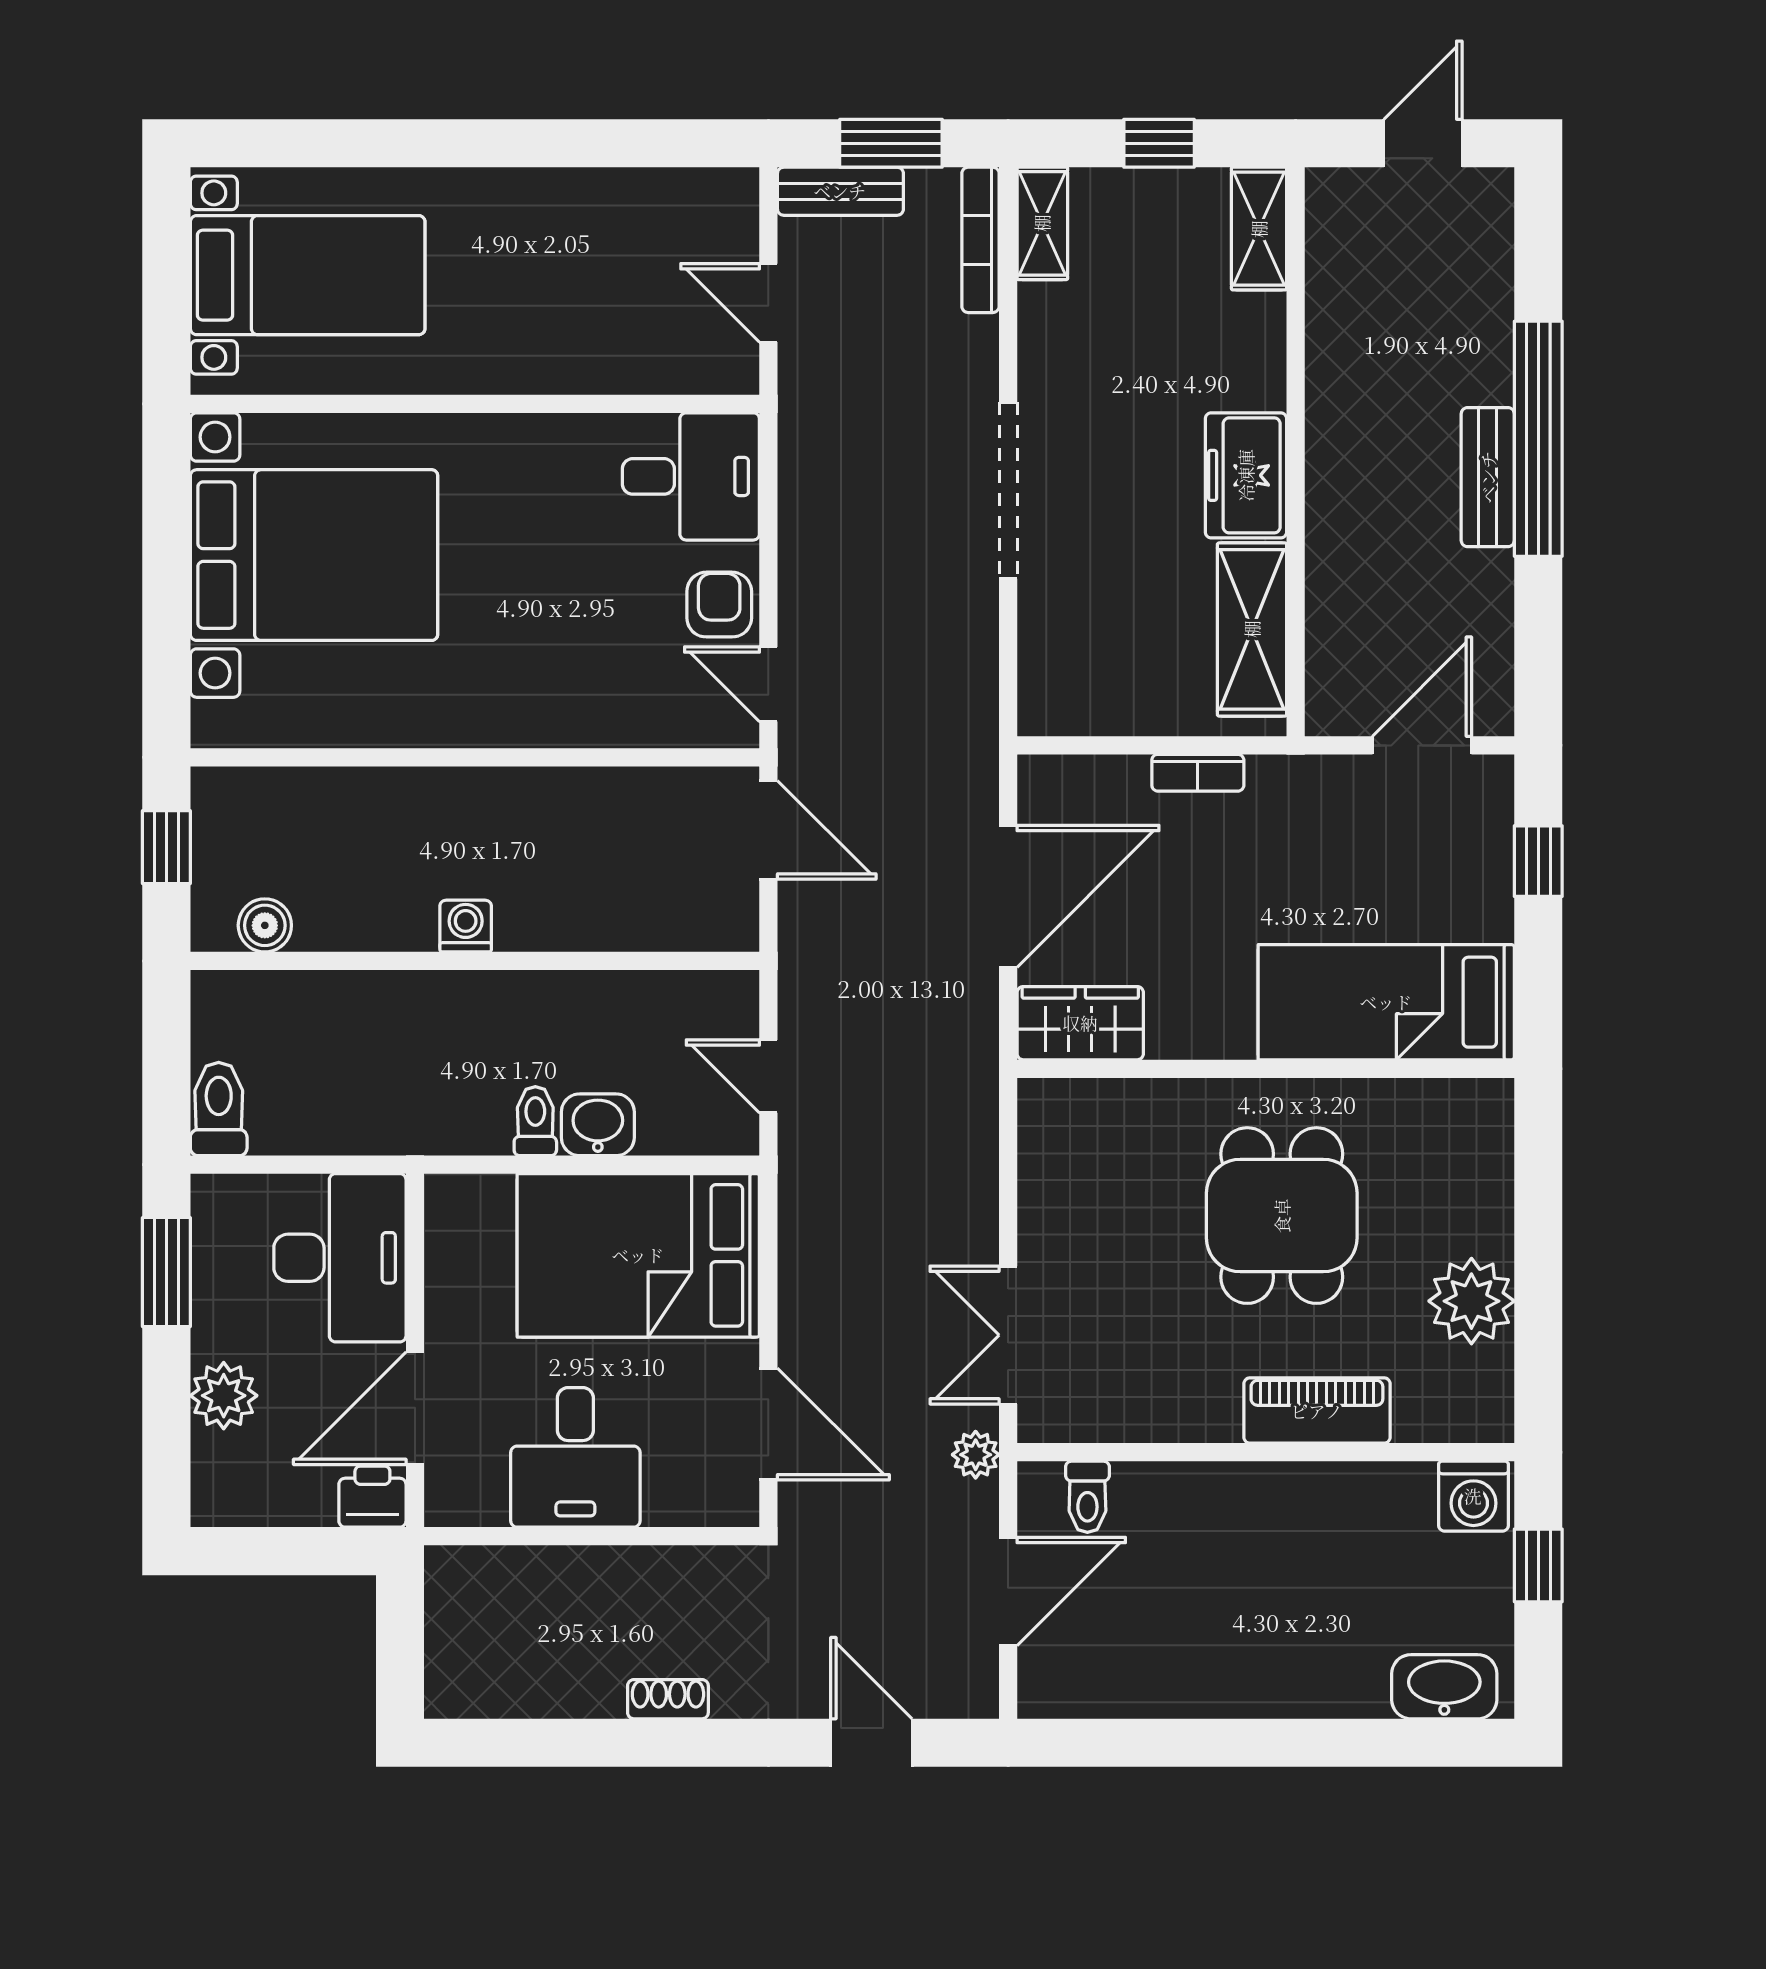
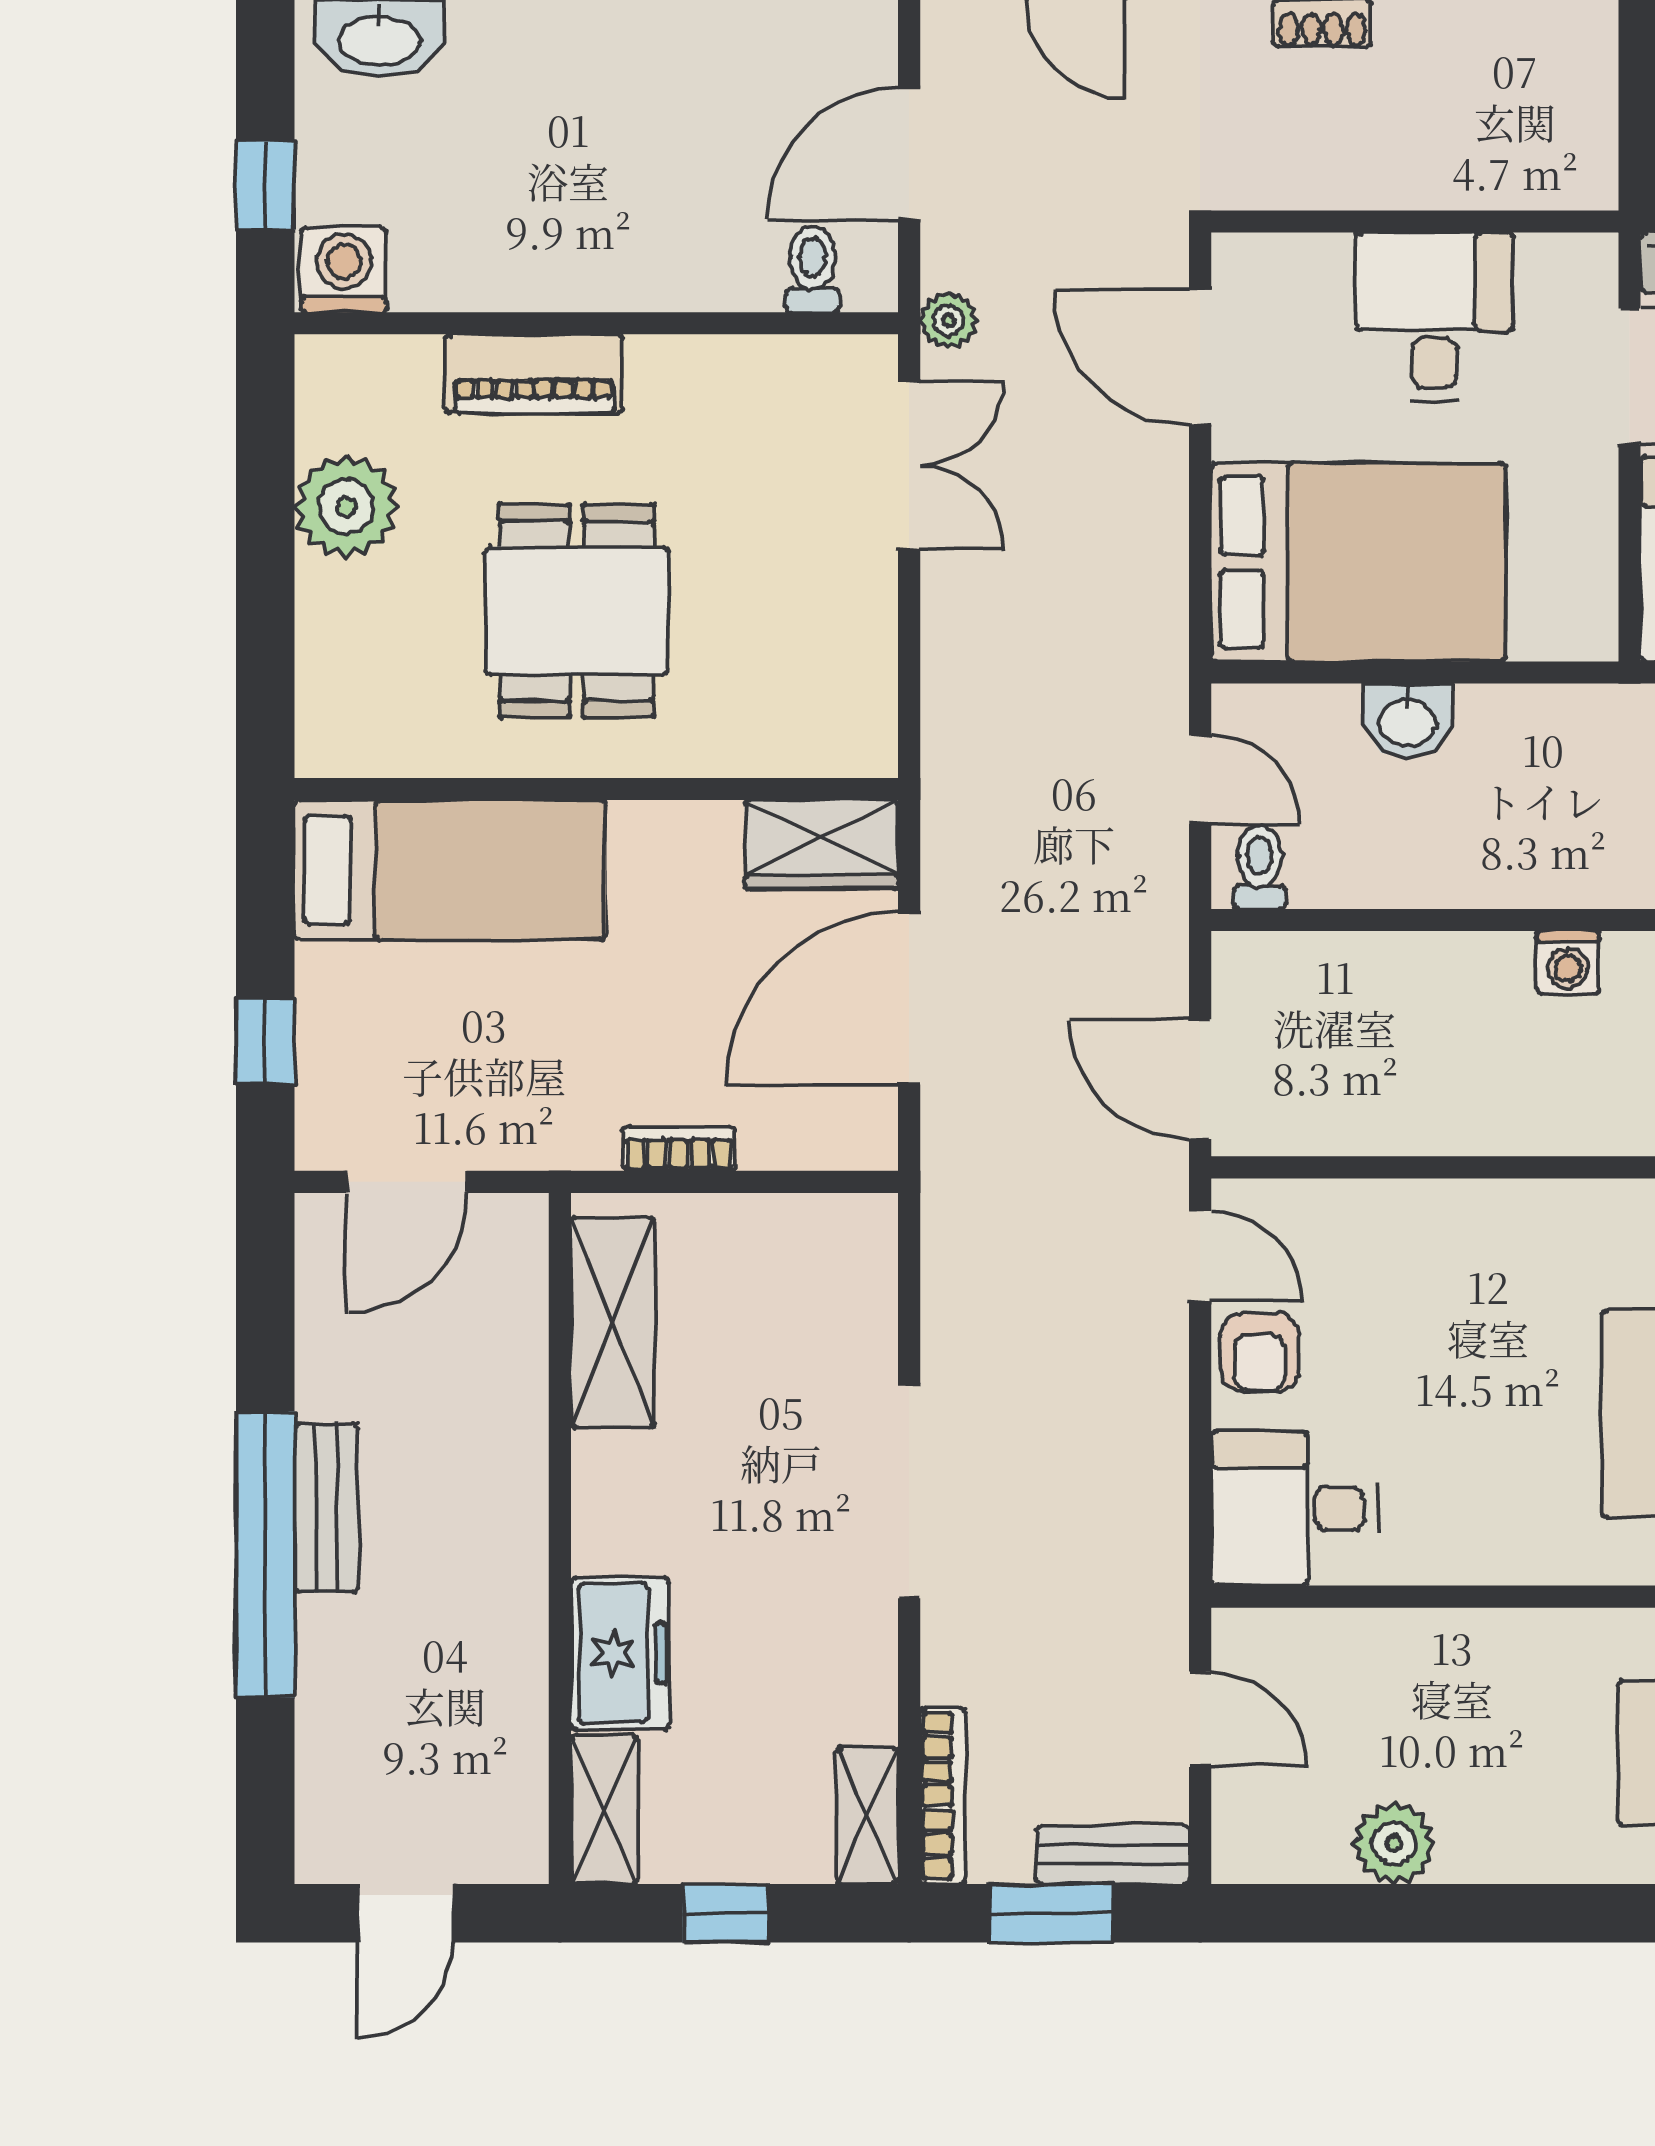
plant: (609, 201) -> (1394, 1843), added
freezer: (1246, 475) -> (620, 1653), moved
toilet: (535, 1121) -> (1259, 867), moved, turned 180

